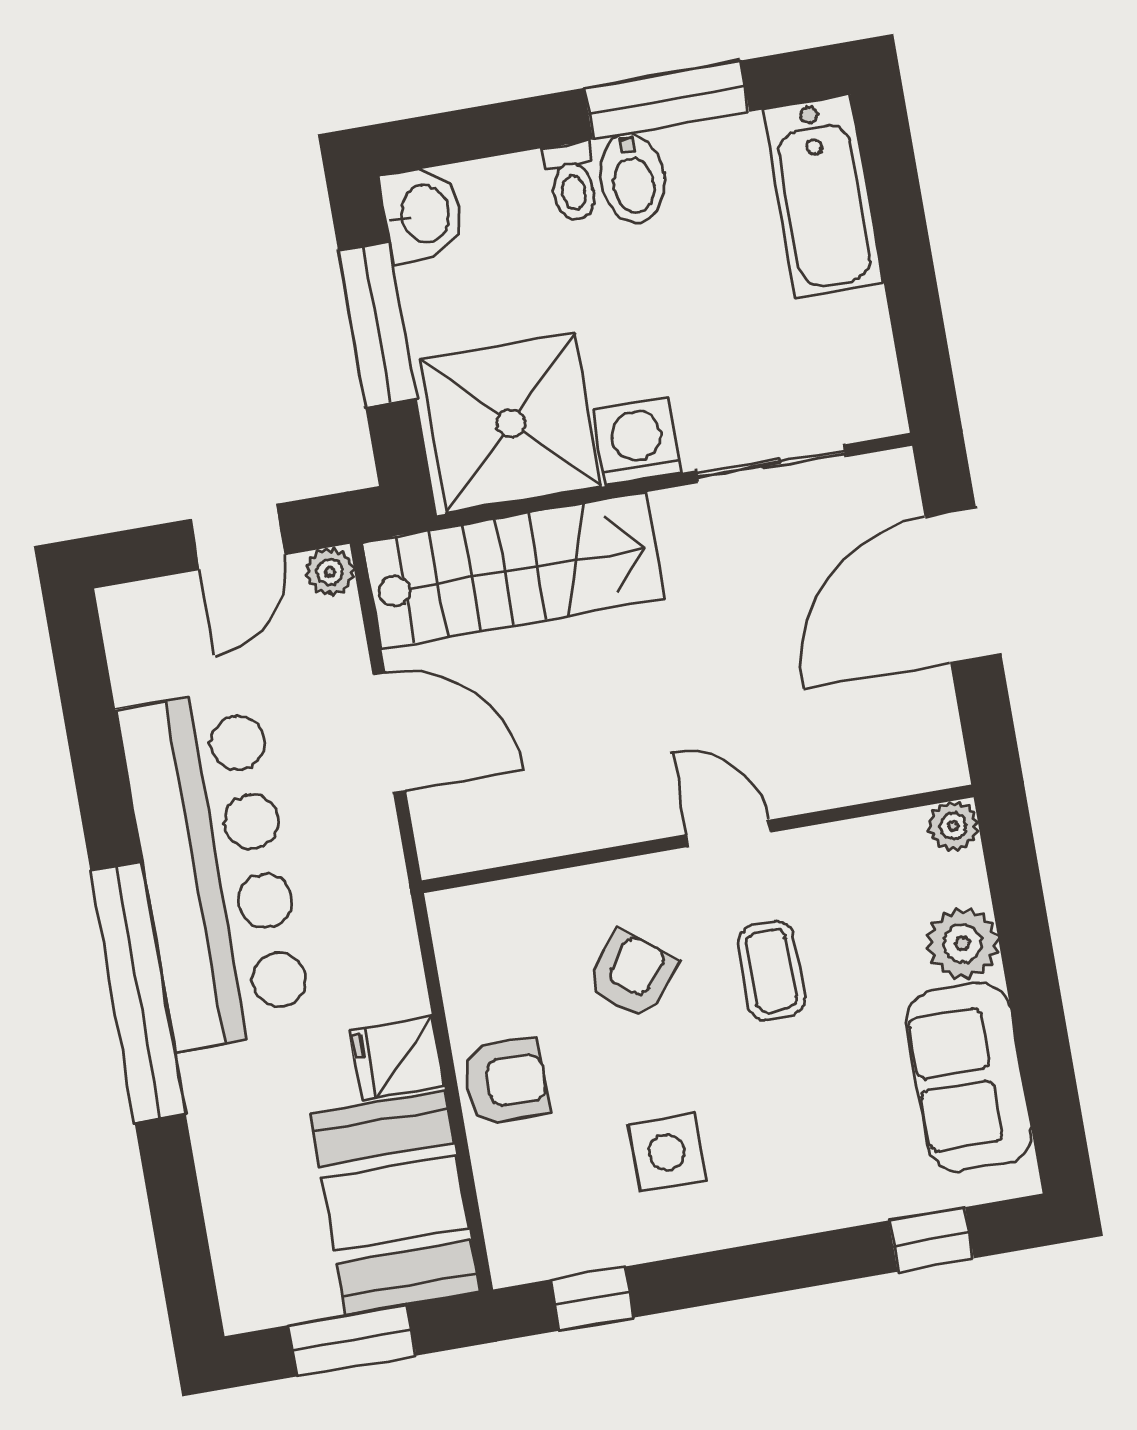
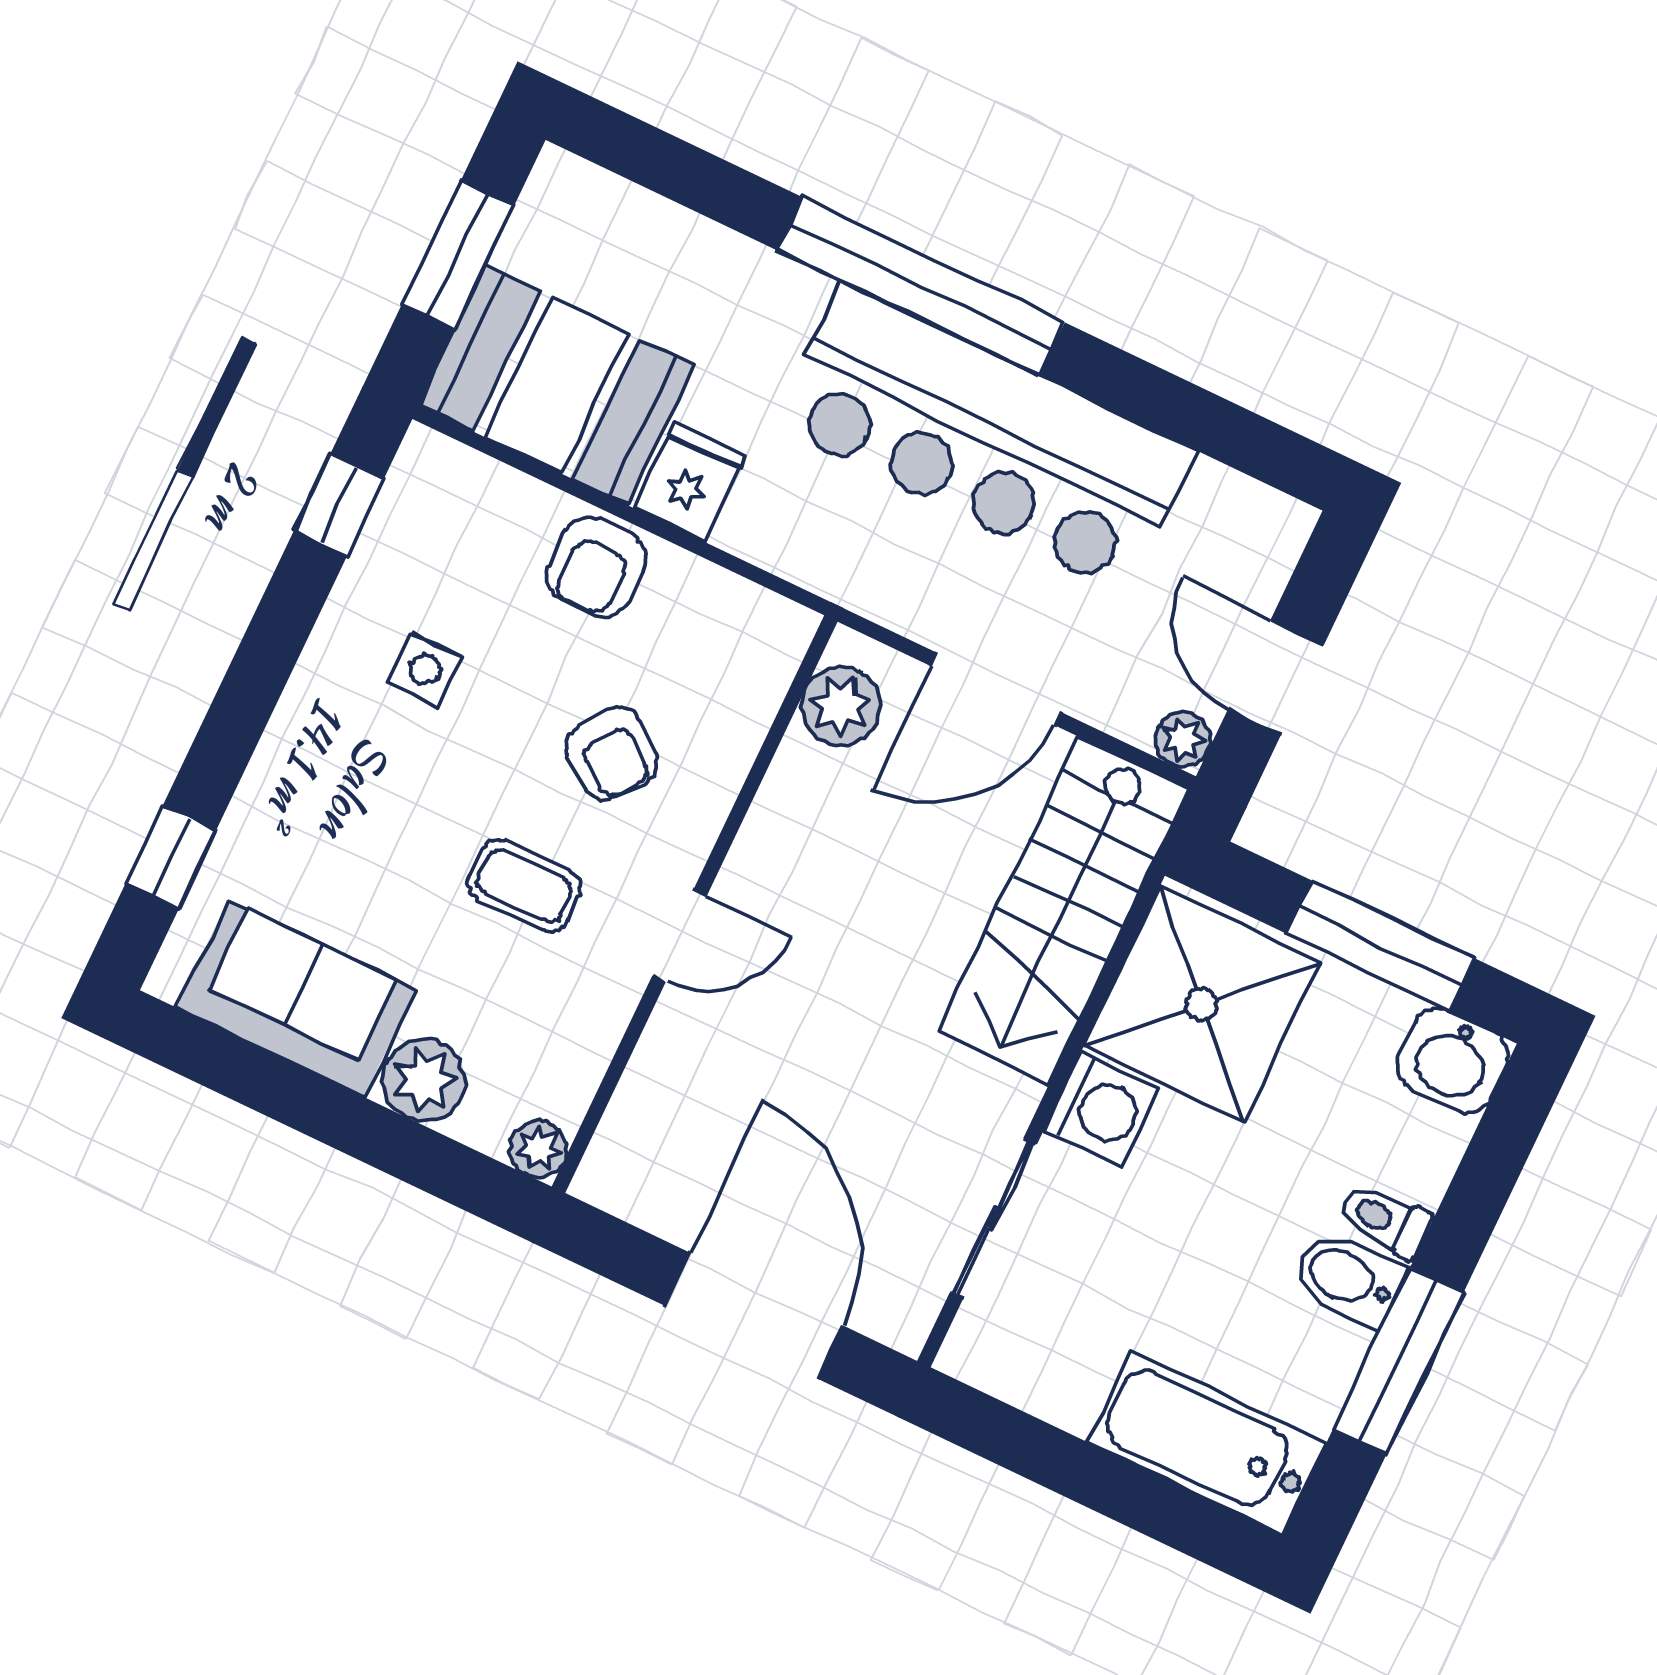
plant: (480, 835) -> (841, 706), added
side table: (667, 1152) -> (425, 670), width x0.73, depth x0.73

